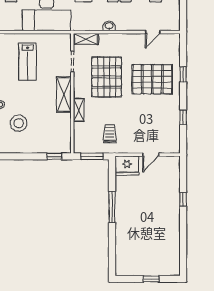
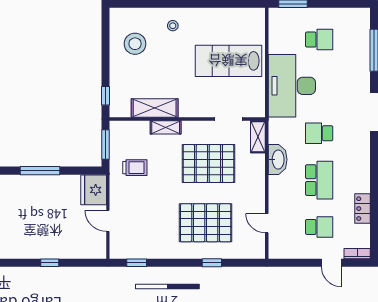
washbasin: (109, 26) -> (278, 160), width x1.91, depth x1.45
lab bench: (27, 62) -> (228, 61), width x1.36, depth x1.39
pallet: (152, 79) -> (206, 223), turned 90
shelving: (64, 95) -> (155, 108), moved
window: (183, 117) -> (137, 263), moved
stool: (19, 123) -> (135, 44), moved

